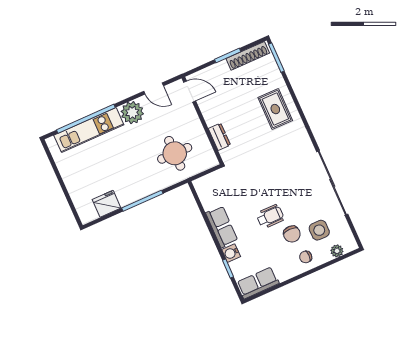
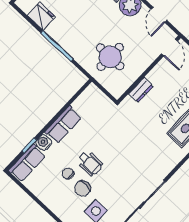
chair: (306, 257) -> (68, 174), moved
row of seats: (258, 283) -> (27, 163), moved, turned 90

